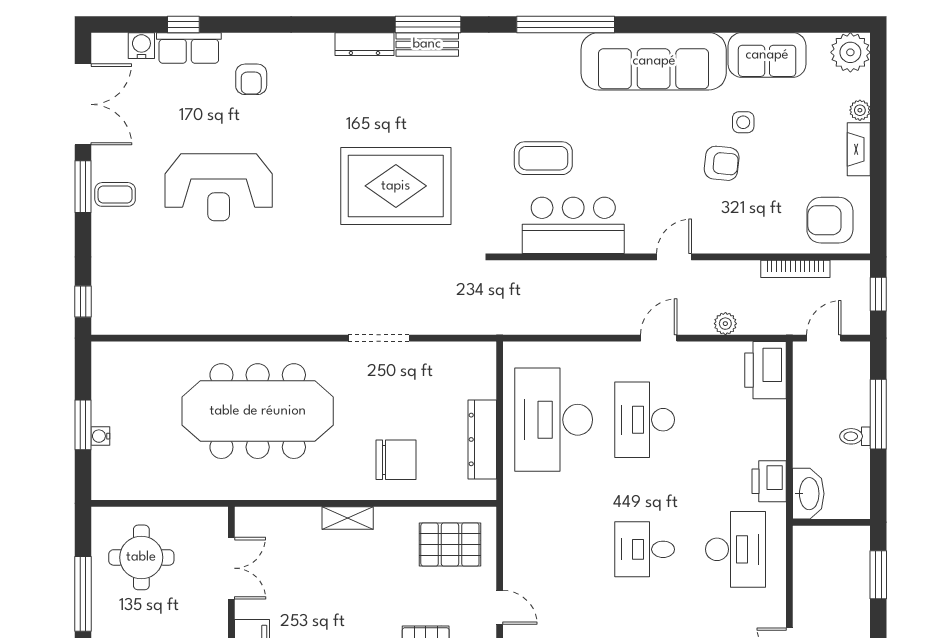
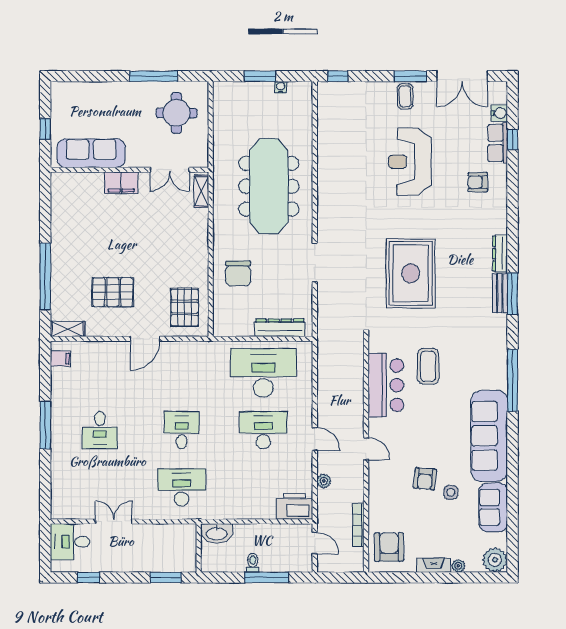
window: (878, 294) -> (342, 577), removed
water cooler: (100, 436) -> (281, 87), moved
dresser: (482, 439) -> (280, 328), moved
printer: (769, 481) -> (225, 509), removed
shelving: (348, 518) -> (201, 191), moved
desk: (735, 549) -> (182, 487), turned 180
door: (500, 607) -> (145, 339), width x1.38

